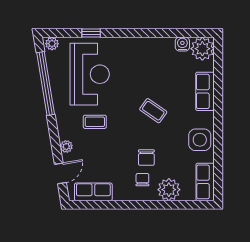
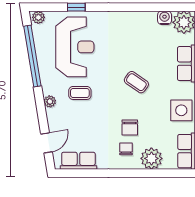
plant: (66, 146) -> (50, 101), moved

